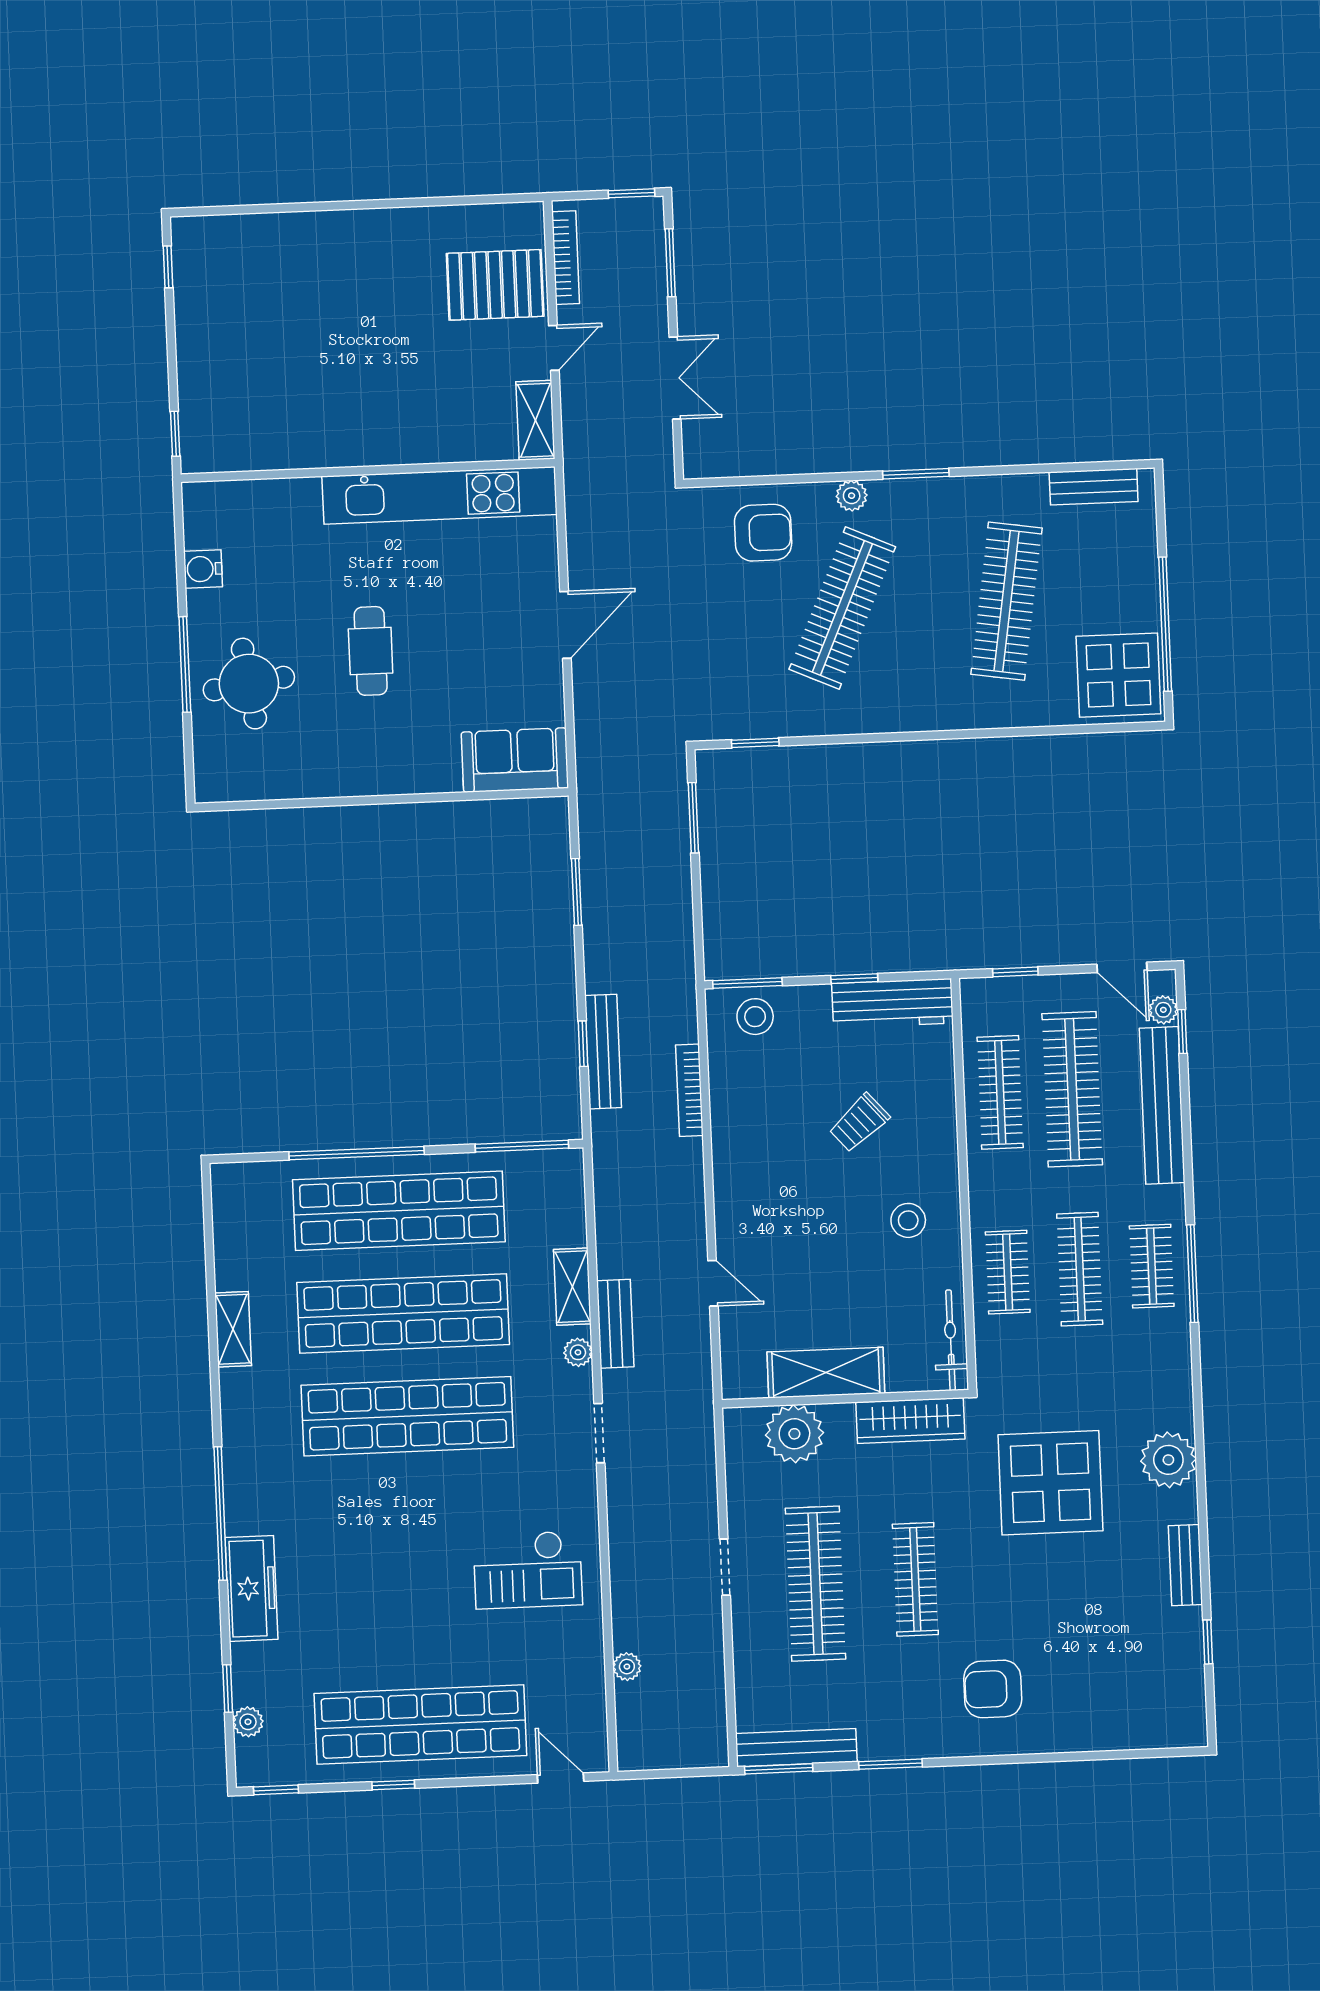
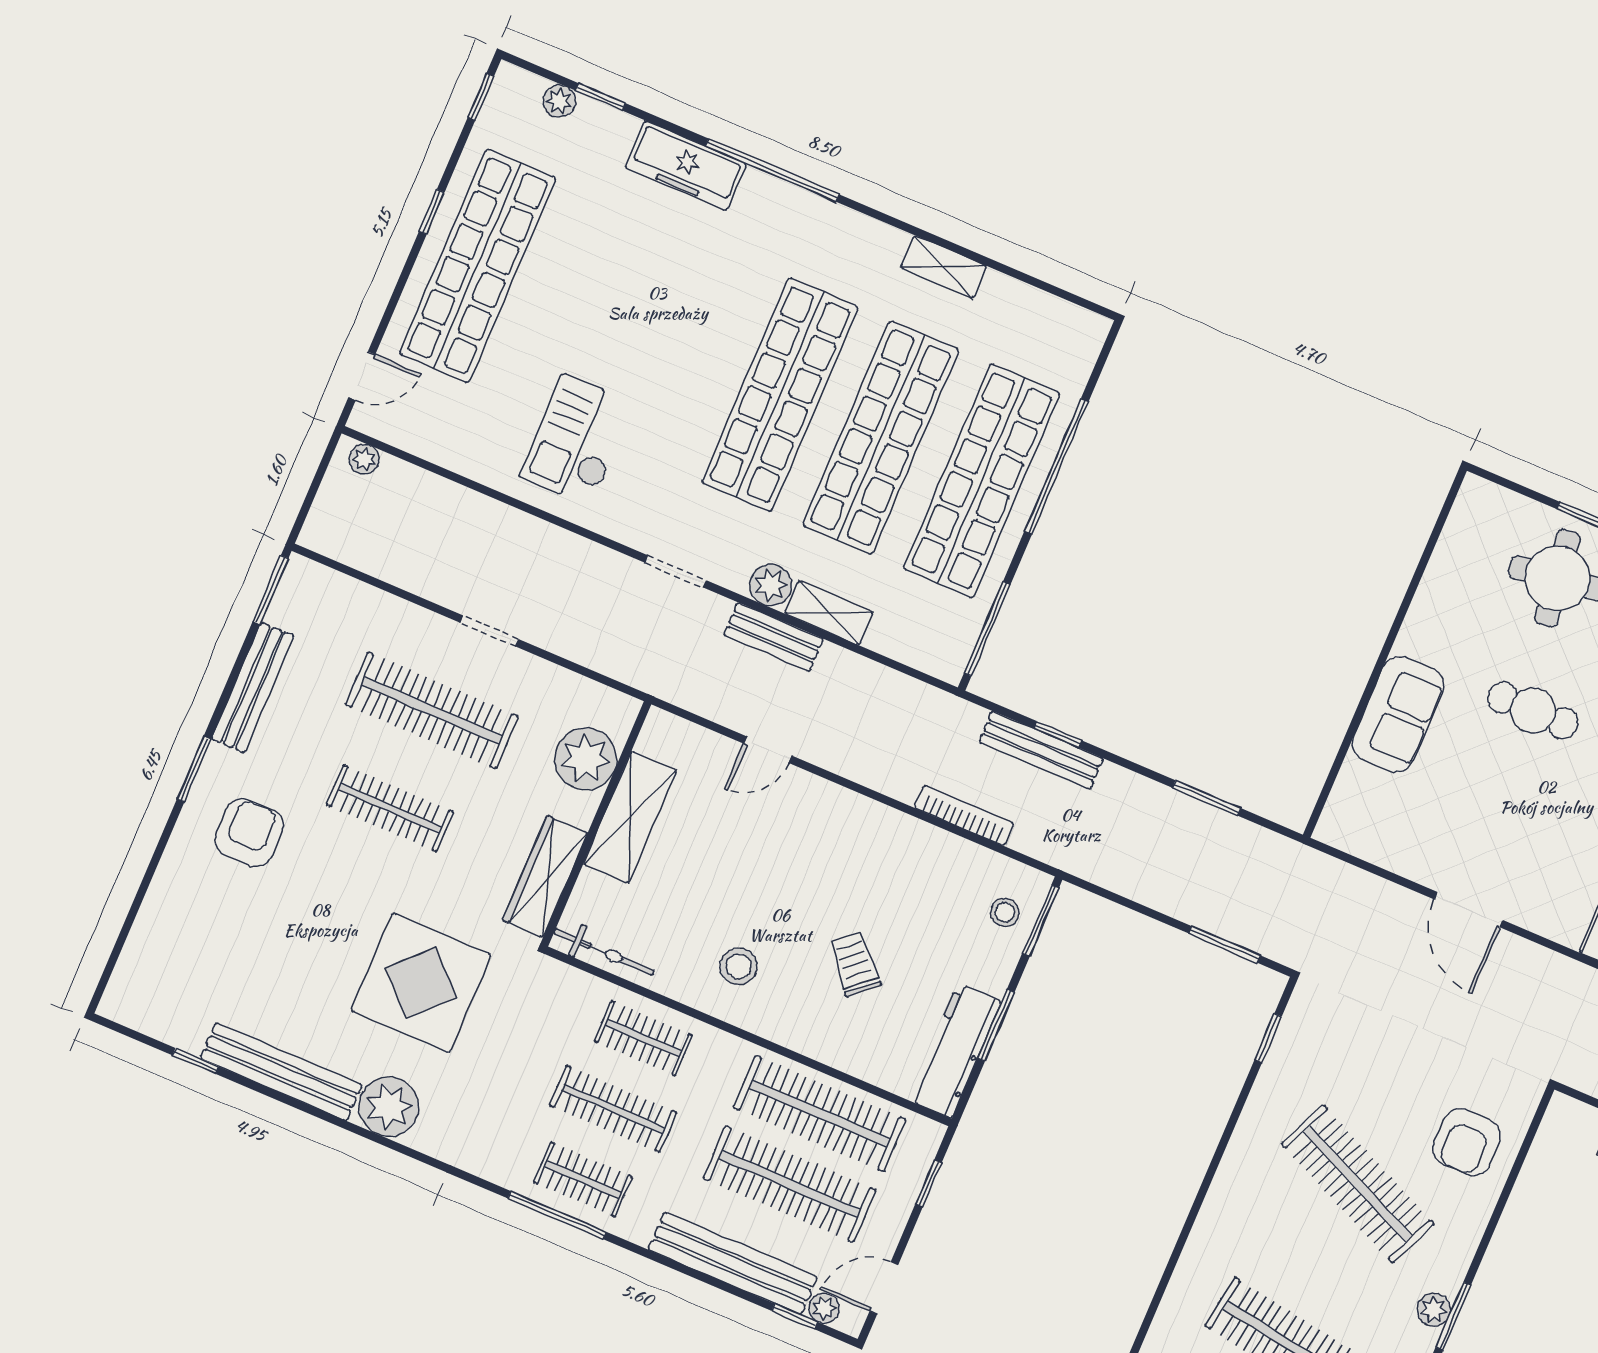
plant: (852, 496) -> (1434, 1310), moved
sofa: (515, 760) -> (1398, 714), moved
window: (854, 979) -> (996, 1025), width x1.50
stool: (755, 1017) -> (1005, 912), width x0.73, depth x0.73
clothes rail: (1000, 1092) -> (820, 1113), width x1.37, depth x1.31
plant: (578, 1352) -> (771, 585), width x1.38, depth x1.38
bench: (1185, 1565) -> (281, 1072), width x1.86, depth x1.21
plant: (627, 1667) -> (364, 459), moved
bench: (796, 1748) -> (253, 687), moved
window: (891, 1764) -> (194, 769), moved

